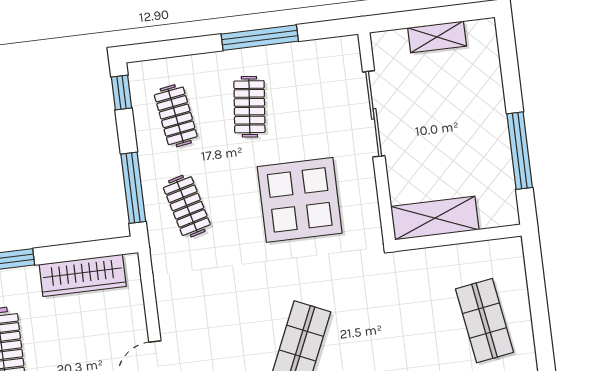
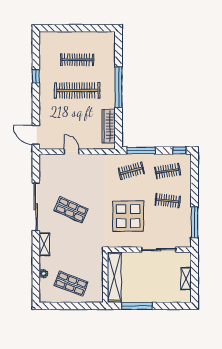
window: (260, 38) -> (195, 222), moved
shelving: (435, 218) -> (114, 277), width x1.47
shop shelf: (484, 321) -> (71, 284), turned 30

